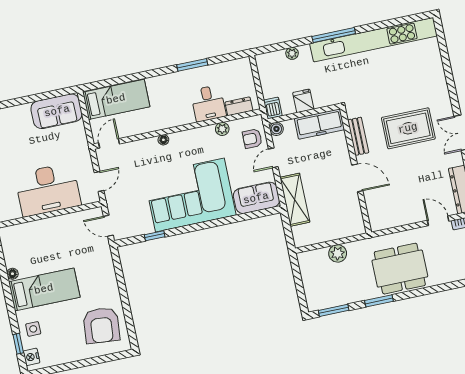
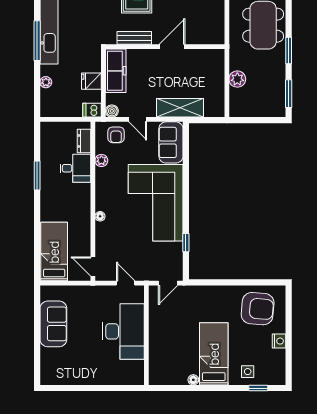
sofa: (57, 111) -> (53, 324), moved
nightstand: (32, 357) -> (279, 341), moved, turned -90

